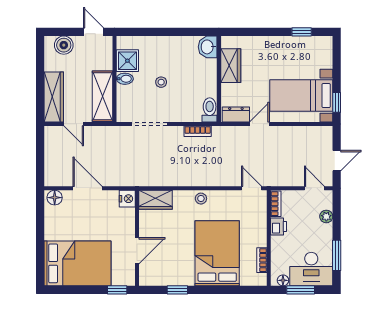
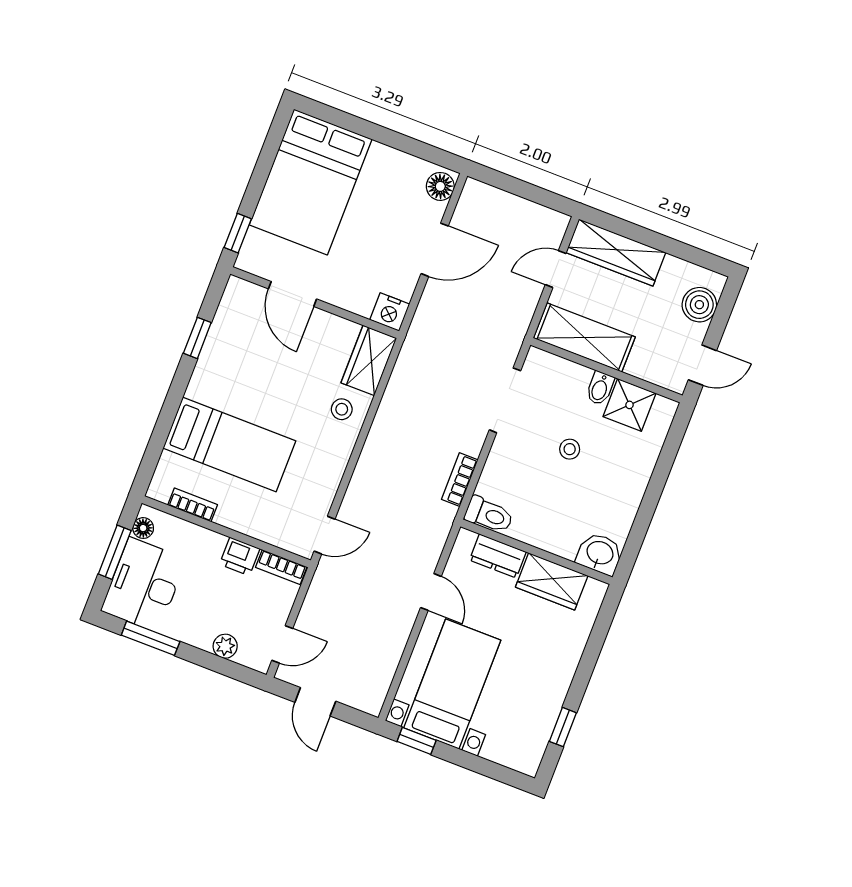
dresser: (236, 114) -> (498, 556), moved, turned 90
stool: (201, 199) -> (342, 409), moved
bed: (217, 253) -> (229, 445), width x0.67

